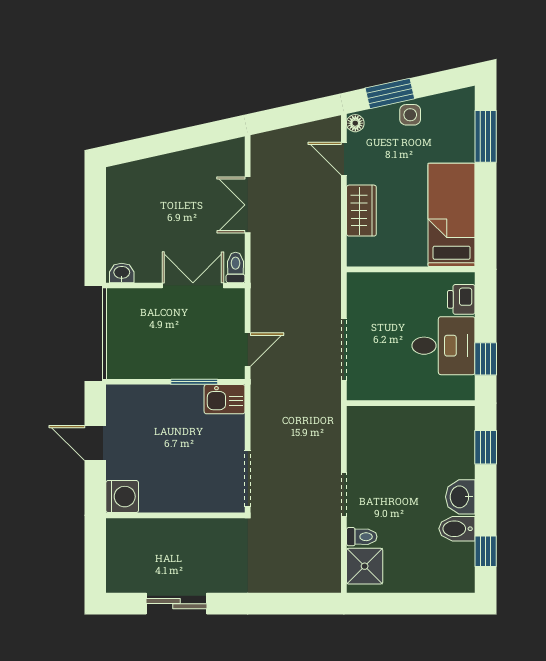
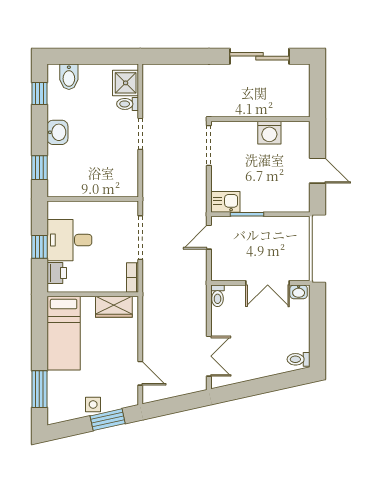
floor lamp: (355, 123) -> (132, 398), removed
toilet: (122, 178) -> (299, 359), added
double door: (248, 205) -> (209, 356), moved
wardrobe: (361, 211) -> (114, 307), moved, turned -90
double door: (193, 285) -> (268, 283), moved
bookcase: (355, 293) -> (132, 278), added
window: (486, 359) -> (39, 247), moved
washing machine: (122, 497) -> (269, 133), moved, turned -90
bidet: (457, 529) -> (69, 77), moved, turned 90
sliding door: (177, 604) -> (260, 56), width x1.37

